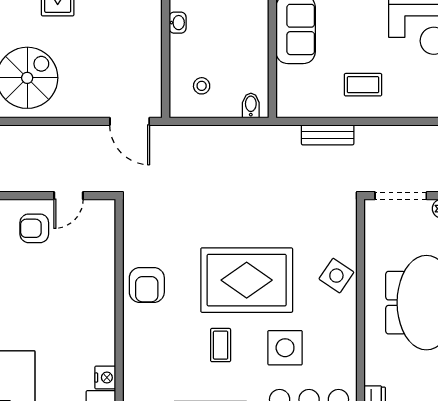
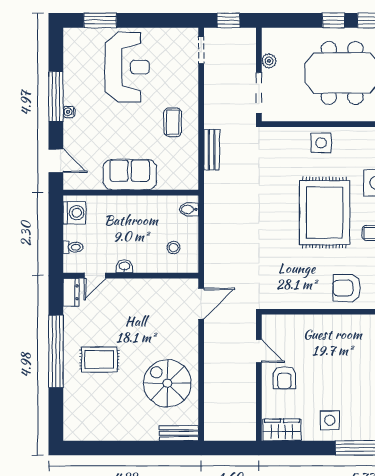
side table: (336, 276) -> (321, 143), turned -34
armchair: (147, 285) -> (347, 288), moved, turned 180

